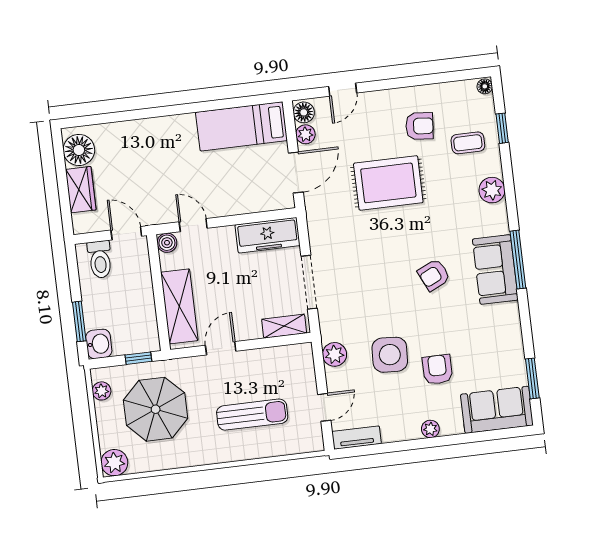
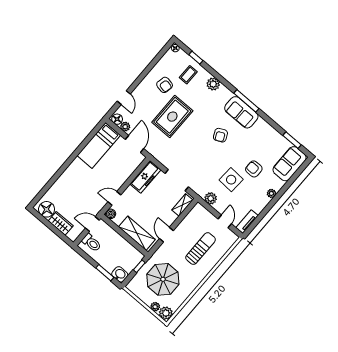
armchair: (419, 126) -> (165, 85), turned 96
plant: (102, 391) -> (155, 307), moved

